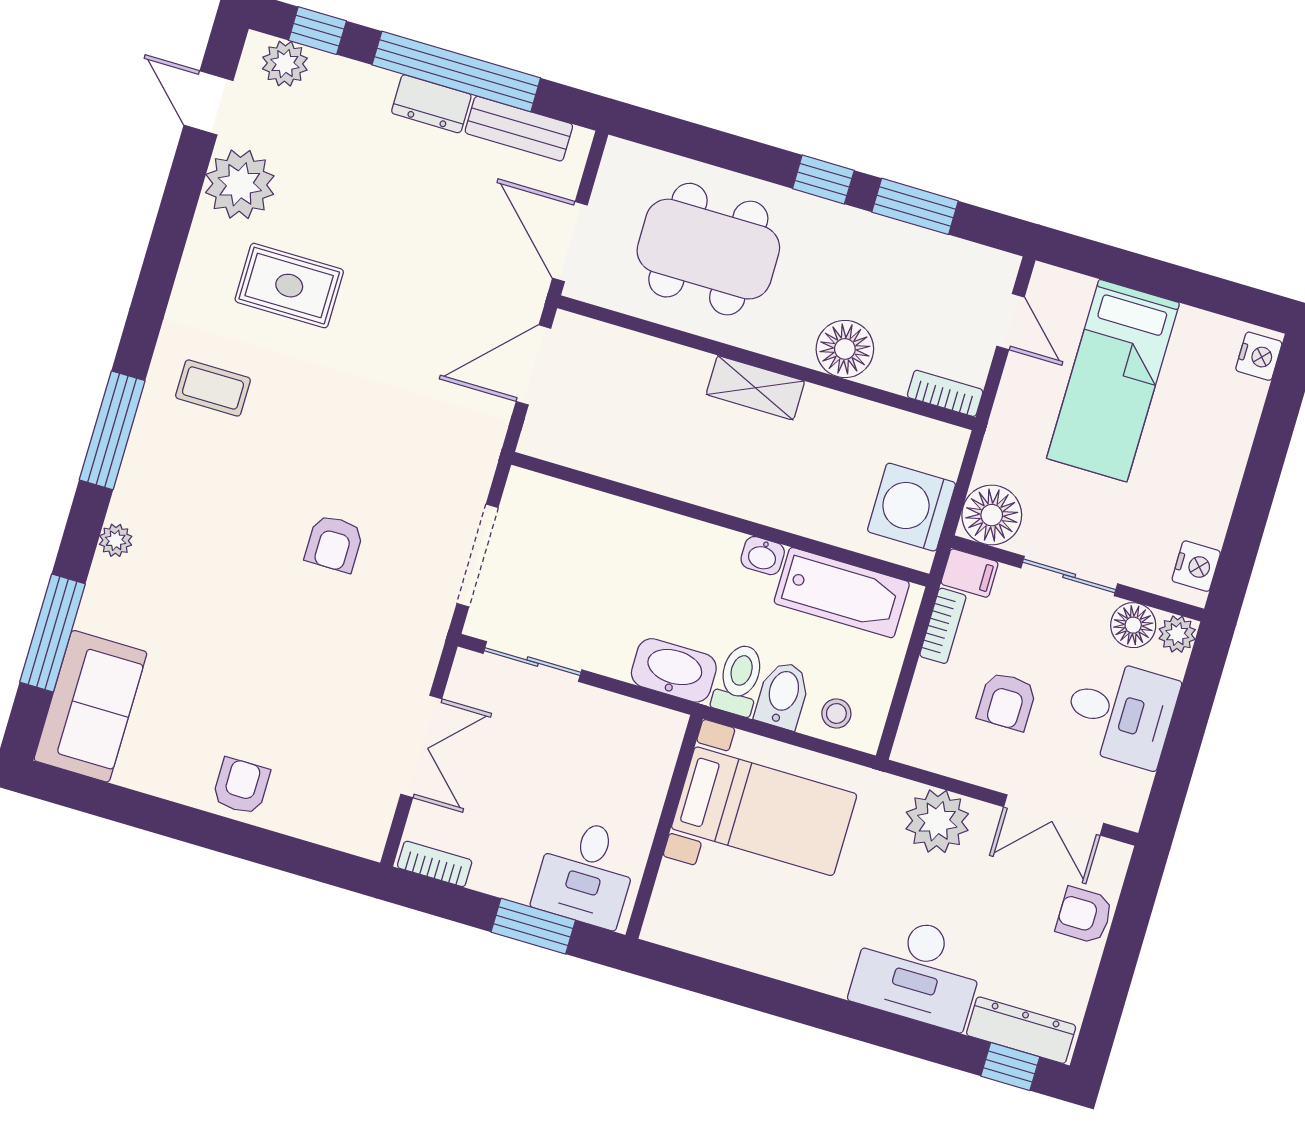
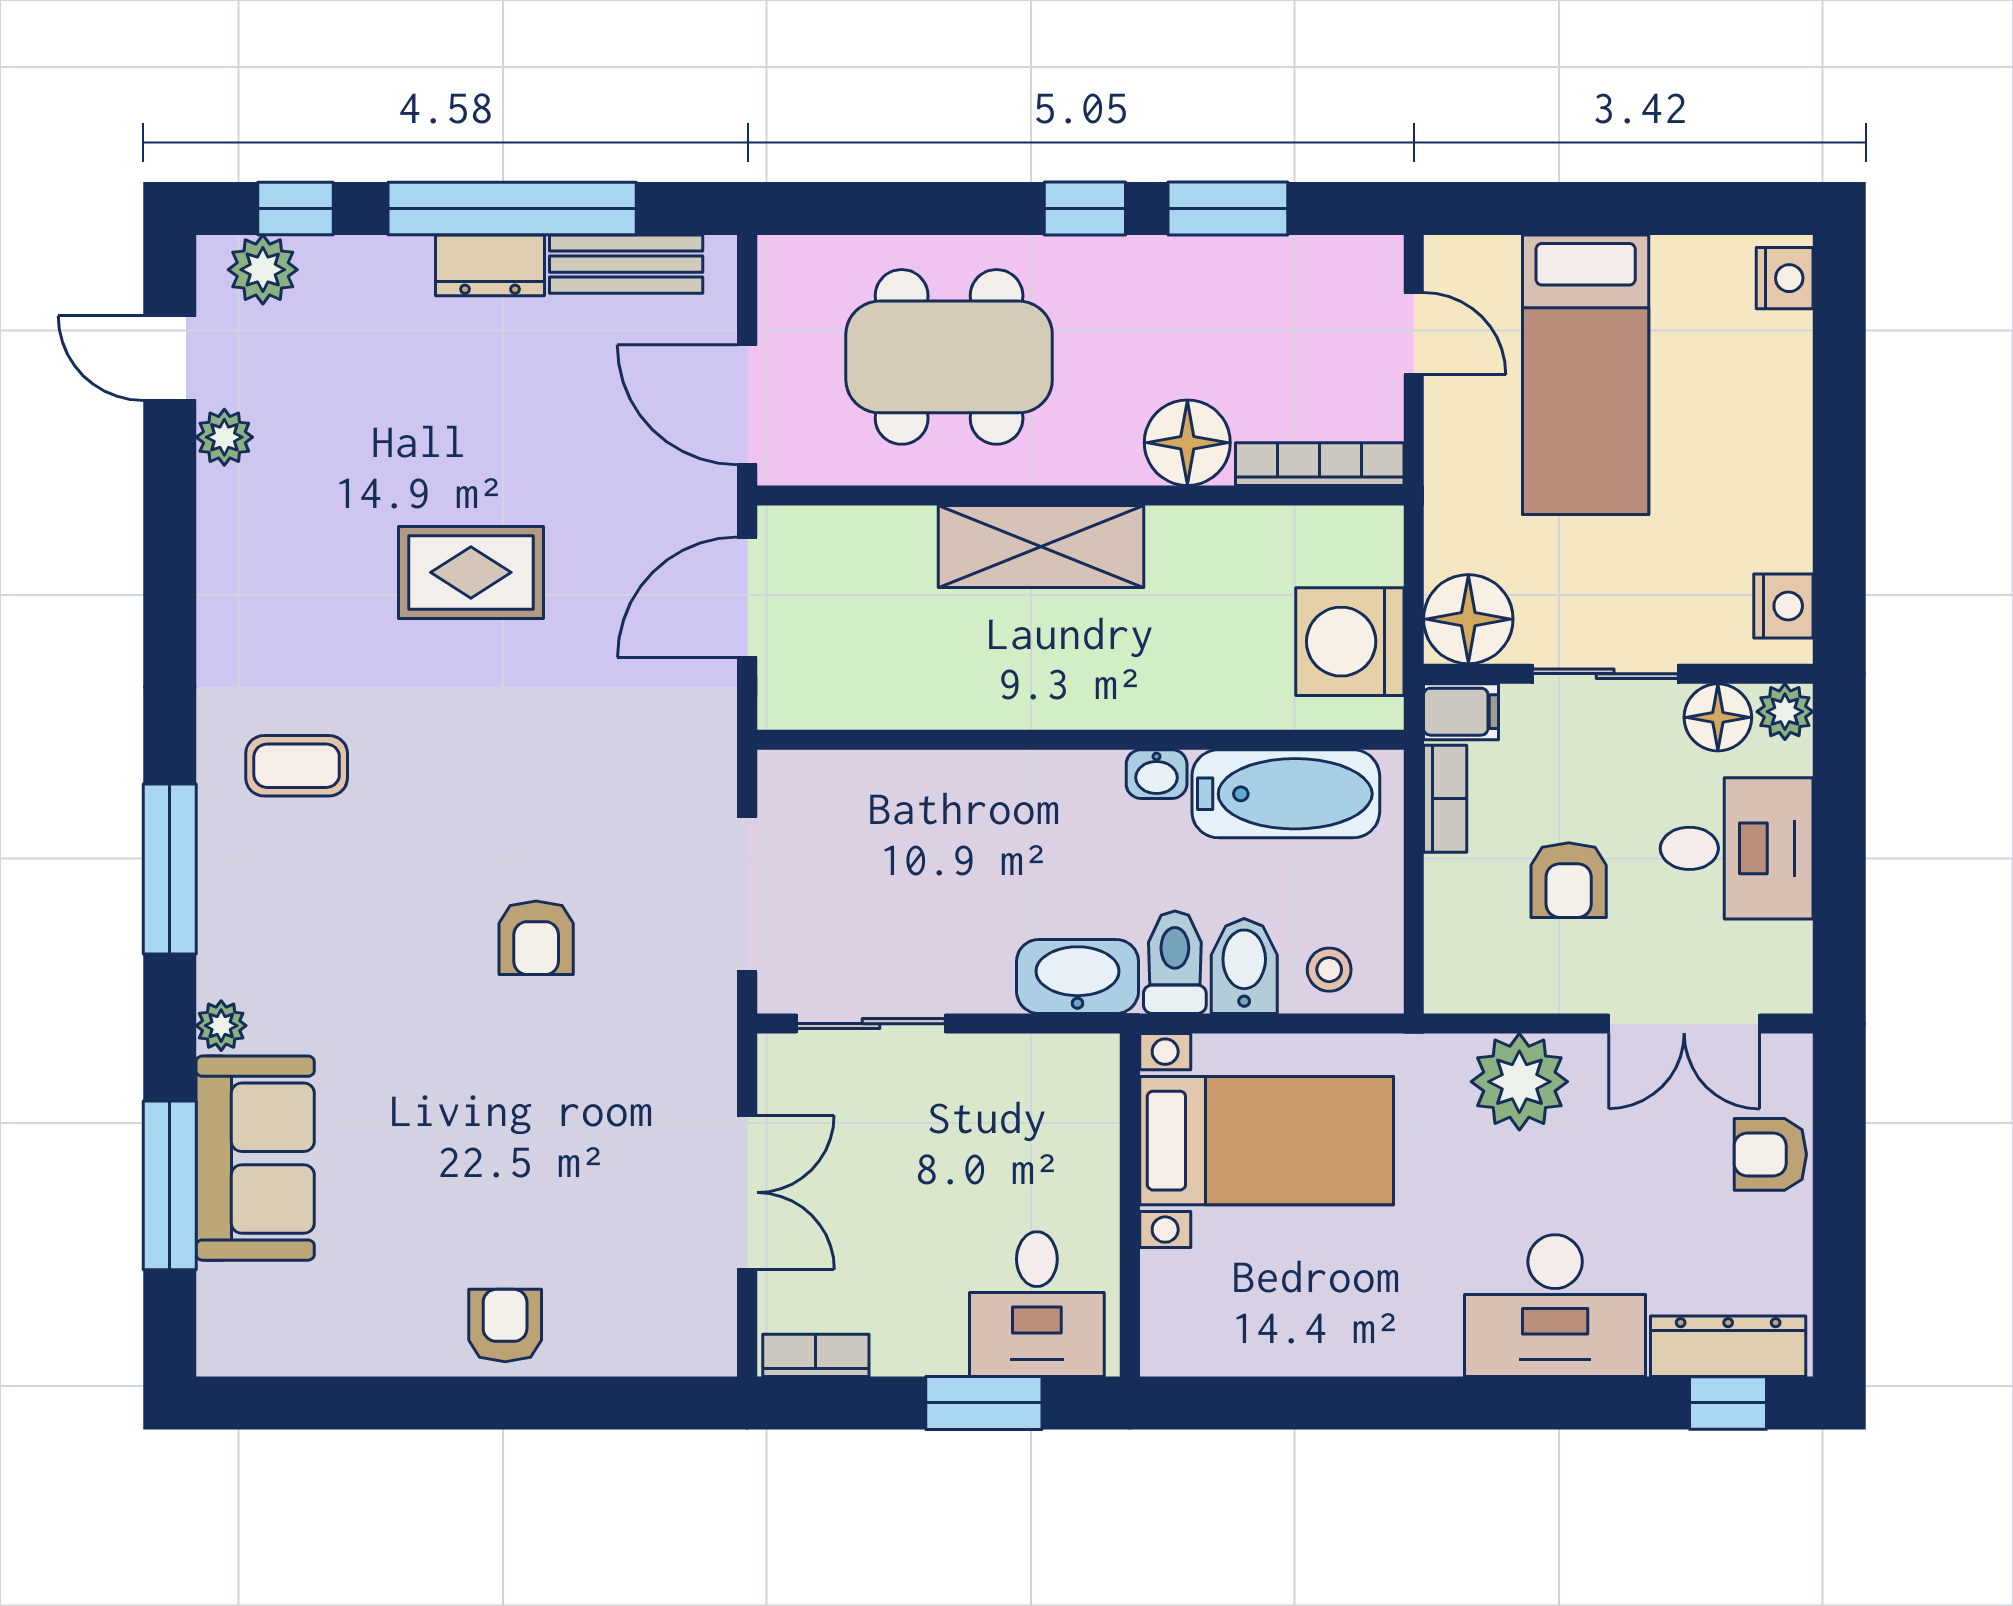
plant: (240, 184) -> (224, 437), width x0.53, depth x0.53
rug: (289, 286) -> (471, 572), moved
shelving: (755, 388) -> (1041, 546), width x1.50, depth x1.33
bookcase: (945, 393) -> (1320, 464), width x1.56
sofa: (90, 706) -> (255, 1158), moved

